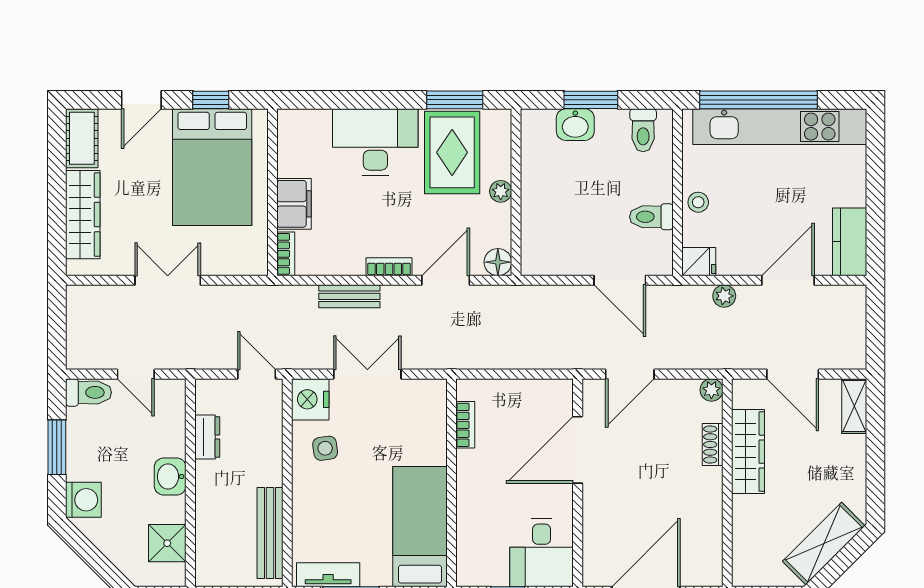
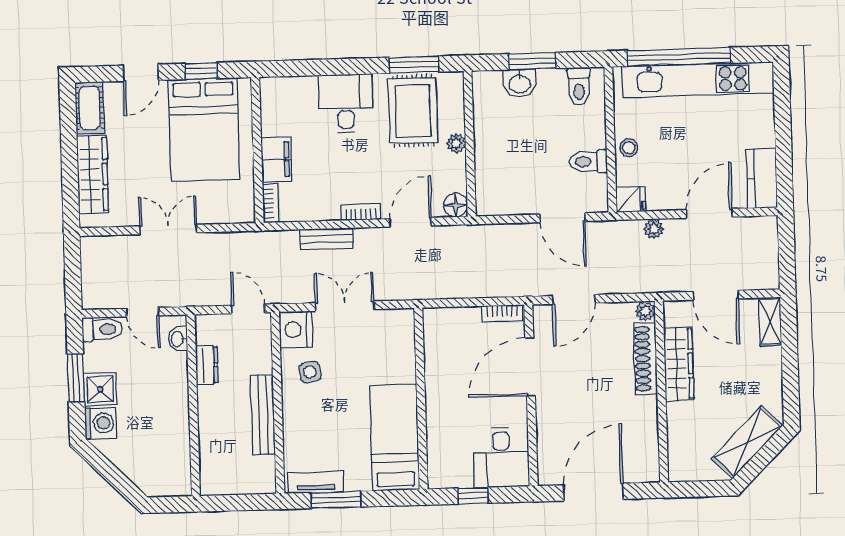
desk: (375, 142) -> (346, 104), width x0.73
bookcase: (465, 425) -> (502, 313), moved, turned 90
shoe rack: (713, 444) -> (646, 359), width x1.94, depth x1.24
washbasin: (170, 476) -> (178, 339), moved, width x0.72, depth x0.69
bench: (270, 533) -> (263, 415), moved
shower: (167, 543) -> (100, 389), moved

